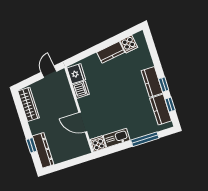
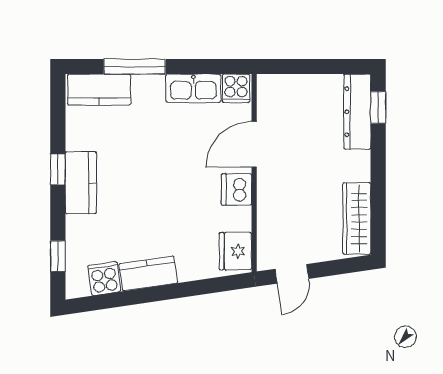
dishwasher: (81, 90) -> (237, 189), moved
window: (170, 105) -> (58, 256), moved
kitchen counter: (161, 110) -> (99, 90), moved, turned 90
door: (83, 122) -> (254, 144), swing flipped
window: (32, 145) -> (378, 107), moved

